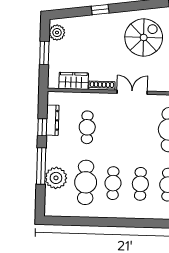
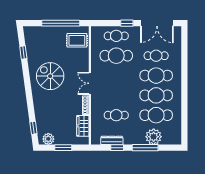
window: (100, 10) -> (33, 128), moved
cafe table: (113, 183) -> (156, 95), width x1.37, depth x1.35
cafe table: (140, 184) -> (156, 76), width x1.37, depth x1.35

